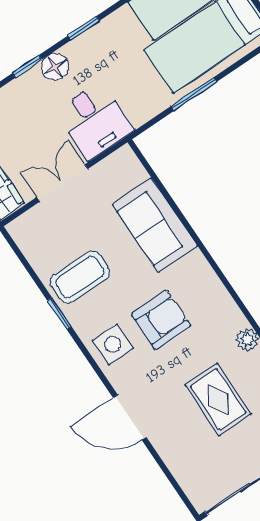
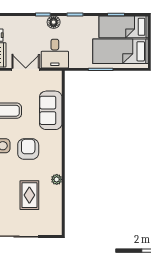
armchair: (161, 320) -> (28, 149), turned -90

